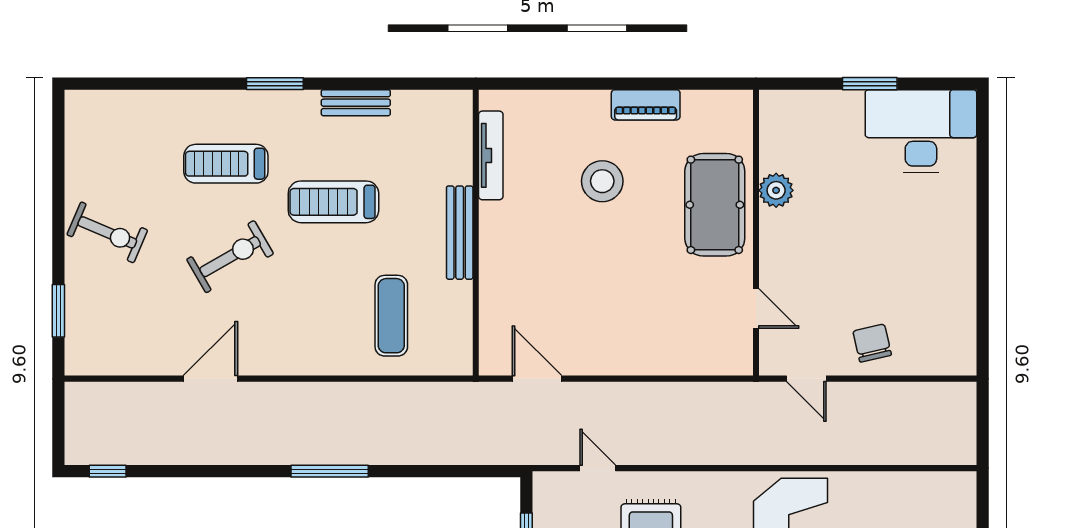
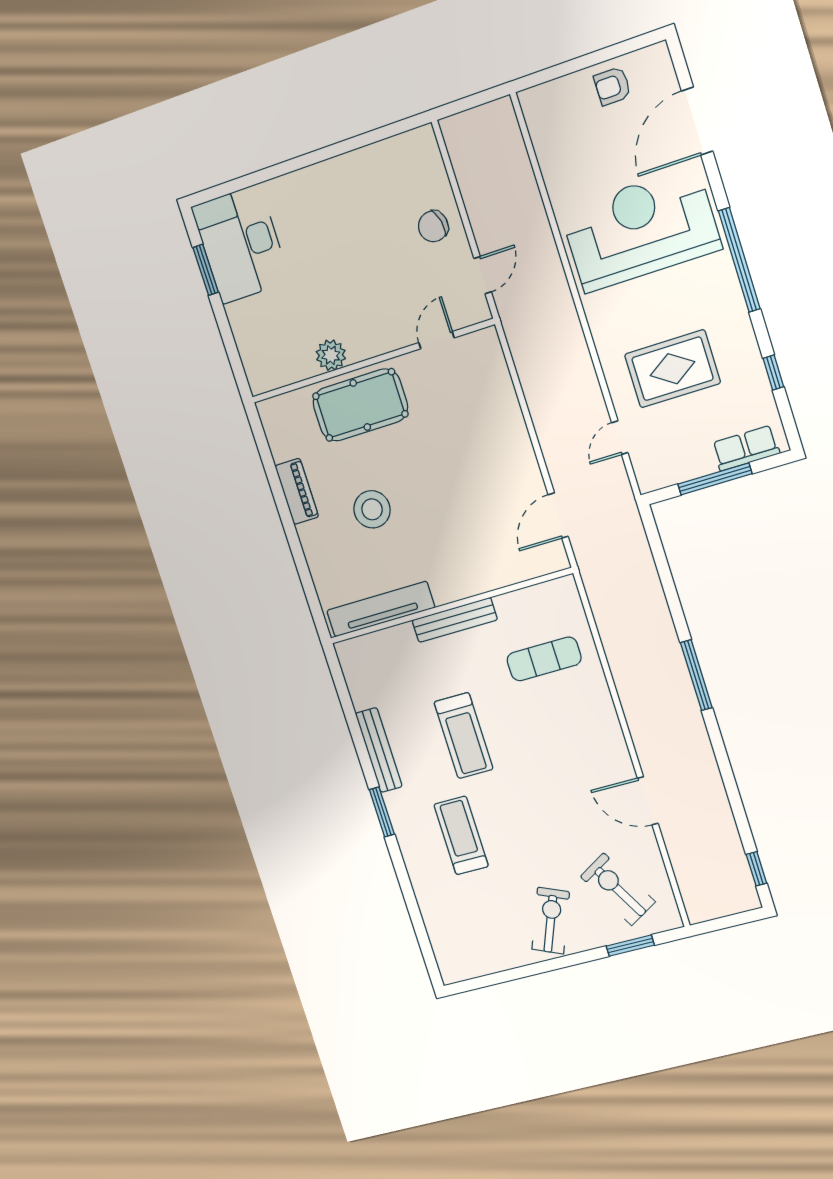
window: (870, 84) -> (206, 270), moved
bench: (356, 103) -> (379, 750), width x1.36
tv unit: (491, 155) -> (381, 609), width x1.36, depth x1.29
treadmill: (226, 164) -> (461, 835), turned 180
exercise bike: (230, 257) -> (618, 889), moved

